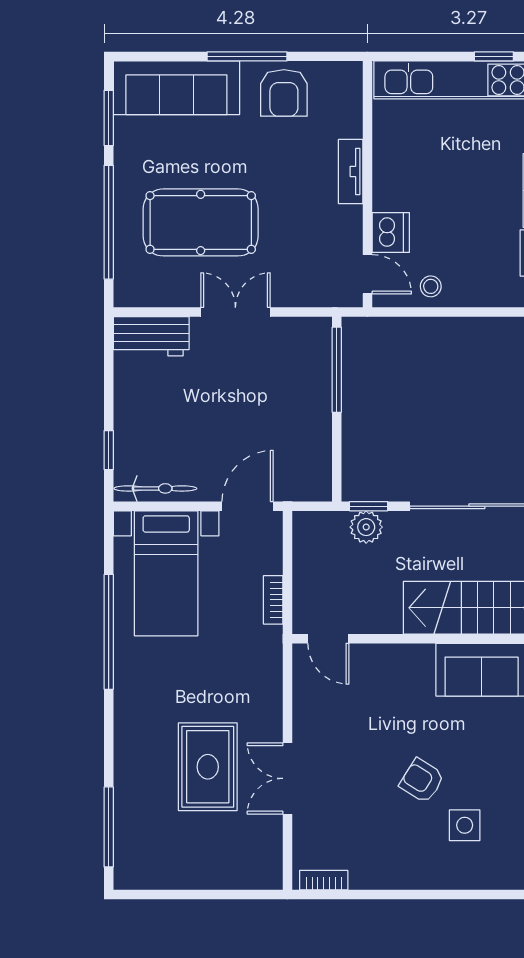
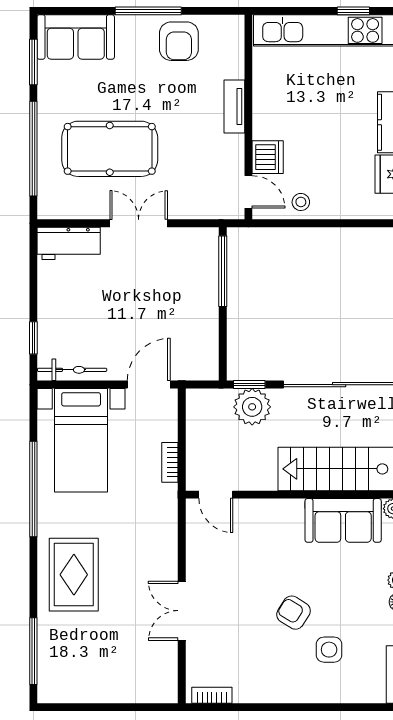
sofa: (176, 88) -> (76, 37), width x0.73
plant: (366, 527) -> (252, 407), width x1.36, depth x1.36
rug: (208, 767) -> (74, 575), moved

